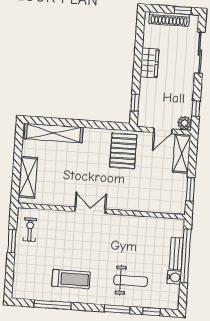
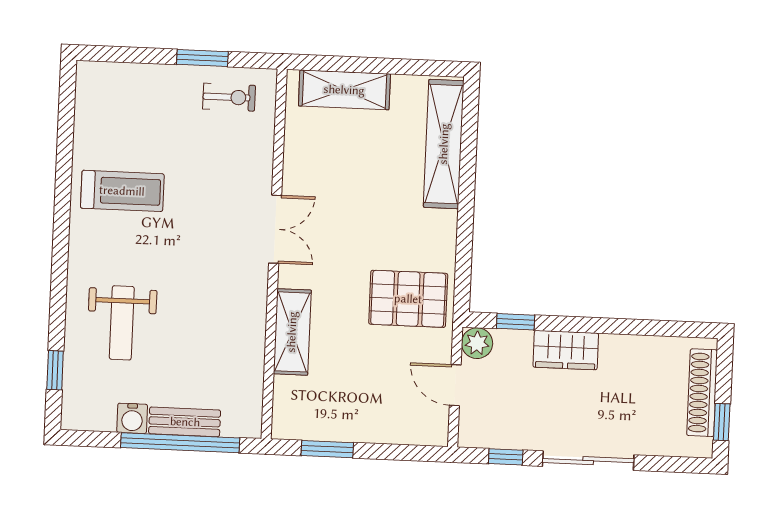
sliding door: (200, 53) -> (588, 461), moved
wardrobe: (150, 63) -> (566, 350), moved
plant: (184, 123) -> (477, 343), moved
shelving: (182, 153) -> (292, 332), moved, turned 90
treadmill: (71, 279) -> (122, 191), turned -90
window: (53, 305) -> (65, 152), removed
window: (117, 309) -> (58, 294), removed

